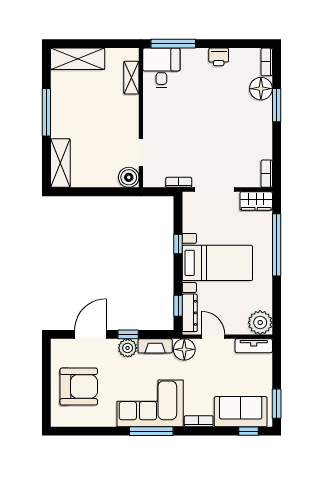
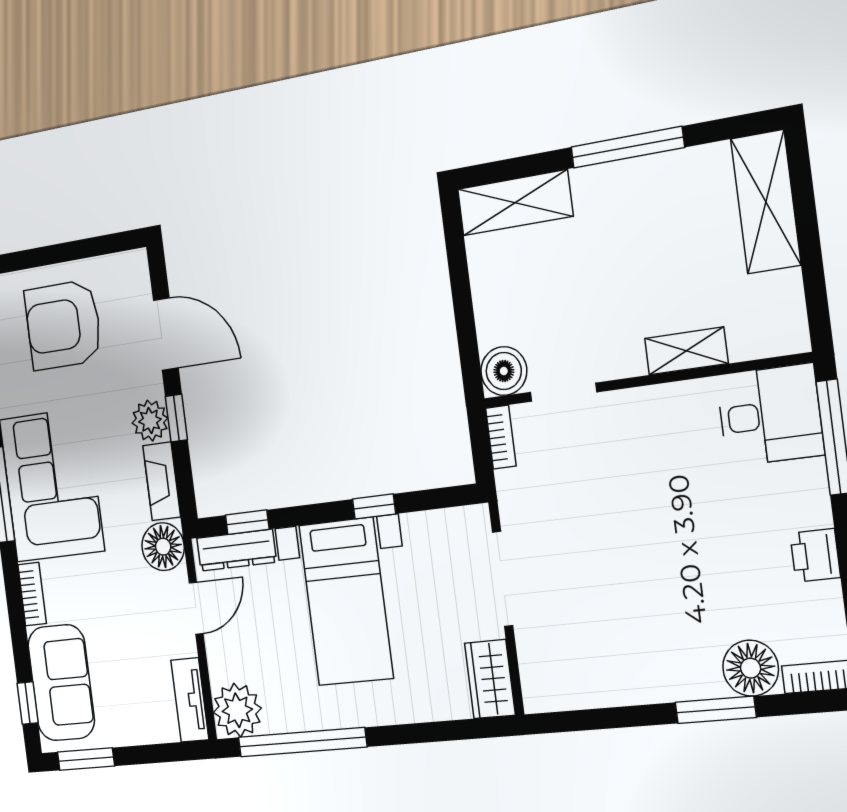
shelving: (131, 78) -> (686, 351), moved
bookcase: (267, 174) -> (554, 699), removed
bookcase: (179, 182) -> (501, 437), moved
window: (277, 245) -> (302, 742), moved
armchair: (79, 387) -> (63, 325), turned 90

